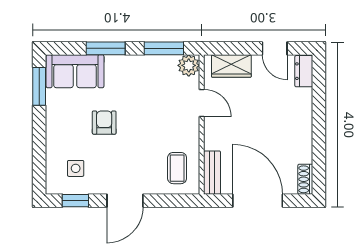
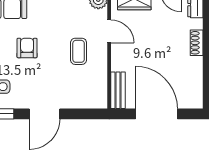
coffee table: (177, 168) -> (79, 51), moved
shoe rack: (305, 179) -> (197, 43), moved

